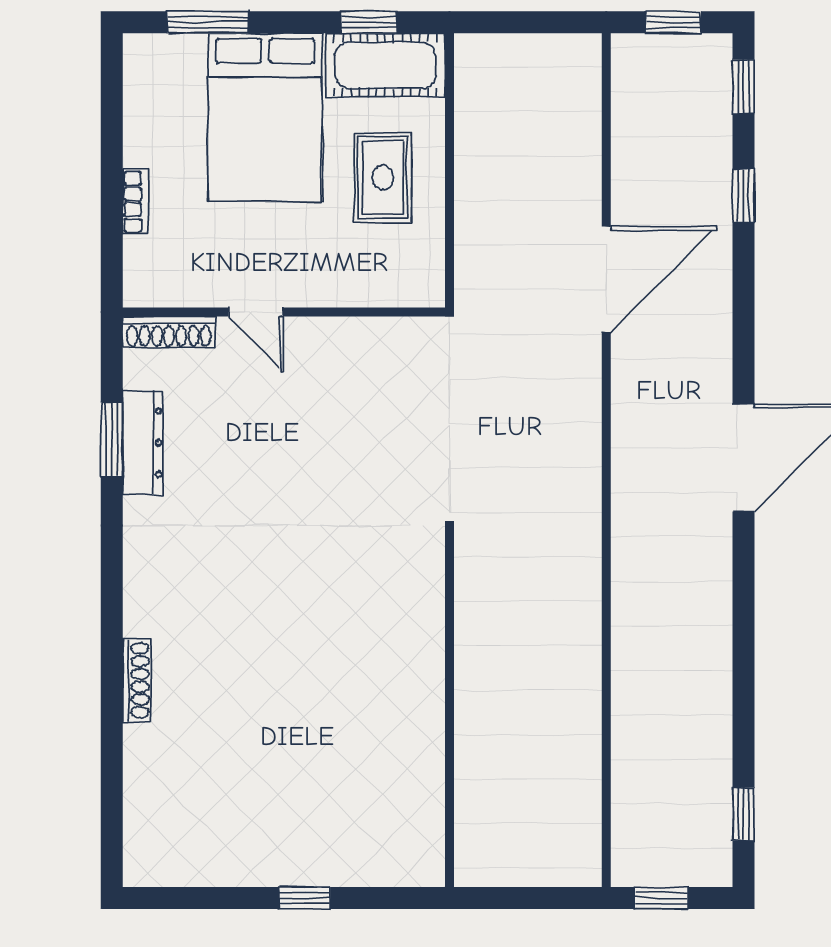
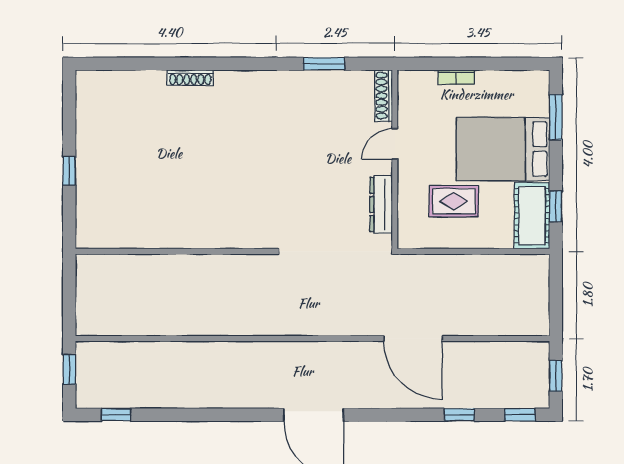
rug: (383, 177) -> (454, 201), moved
dresser: (143, 443) -> (381, 205), moved, turned 90

